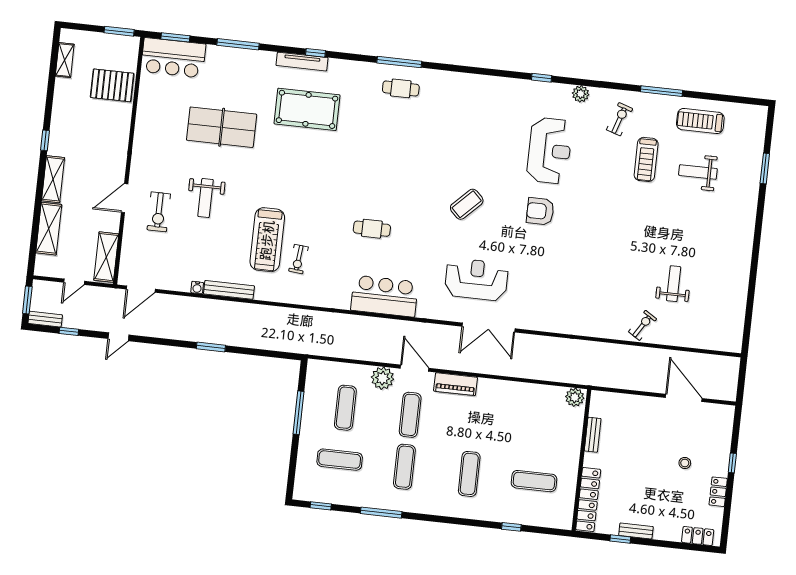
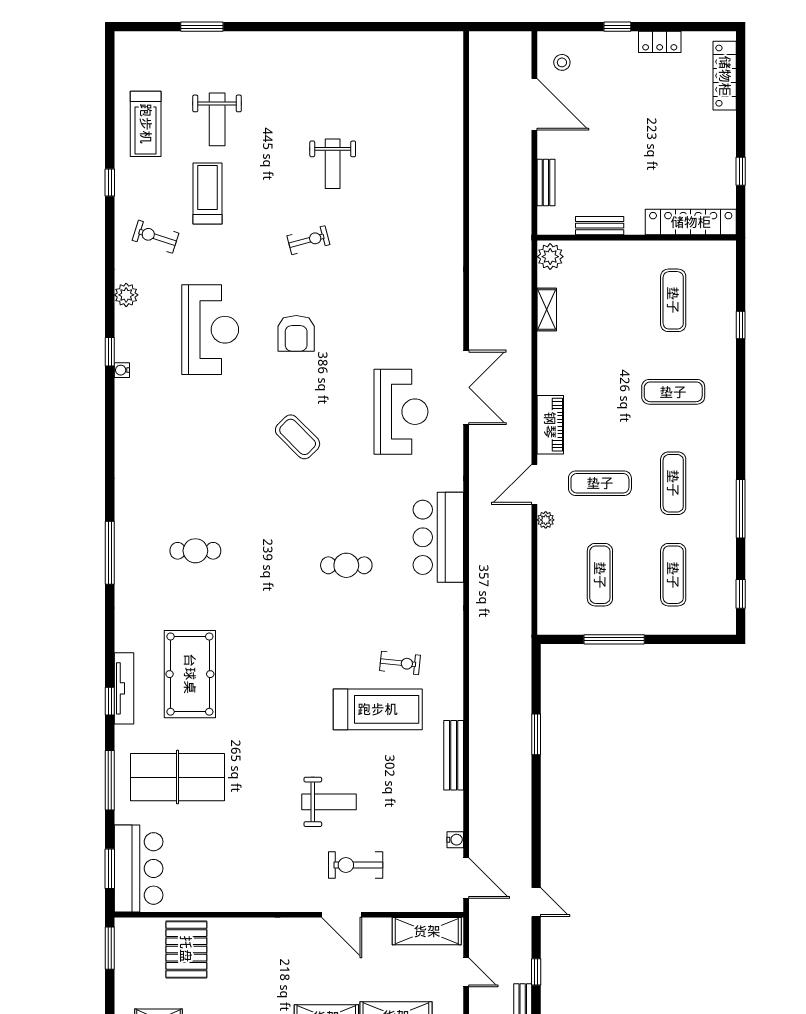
window: (316, 53) -> (110, 701), moved
water cooler: (528, 85) -> (122, 370), added
cafe table: (401, 88) -> (195, 551), moved, turned 90
window: (662, 91) -> (110, 183), width x0.46
table tennis table: (222, 127) -> (177, 777), moved, turned 90
reception desk: (549, 151) -> (210, 330), turned 90
treadmill: (646, 159) -> (208, 194), turned -90
exercise bike: (159, 212) -> (356, 865), turned 180
cafe table: (372, 229) -> (346, 565), turned 90
reception desk: (476, 279) -> (401, 412), turned 180
weight bench: (674, 284) -> (333, 164), moved, turned -90
water cooler: (197, 288) -> (455, 840), moved
exercise bike: (643, 325) -> (308, 240), moved, turned 133
window: (211, 347) -> (536, 734), moved
plant: (383, 378) -> (546, 520), width x0.53, depth x0.53
shelving: (537, 391) -> (547, 310), added
door: (684, 398) -> (534, 104), swing flipped
exercise mat: (345, 408) -> (600, 575), turned 90
stool: (685, 463) -> (562, 62), moved
exercise mat: (404, 467) -> (673, 483), turned 90
bench: (636, 531) -> (546, 182), moved
locker: (698, 536) -> (725, 76), width x1.53

